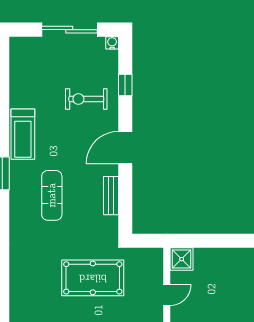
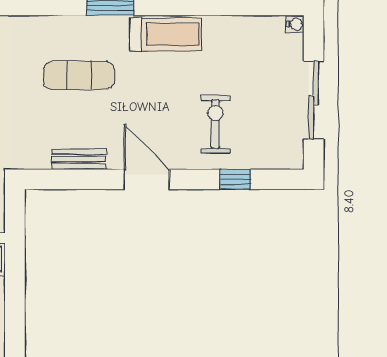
water cooler: (112, 43) -> (295, 24), moved
treadmill: (23, 134) -> (166, 35), turned 180

